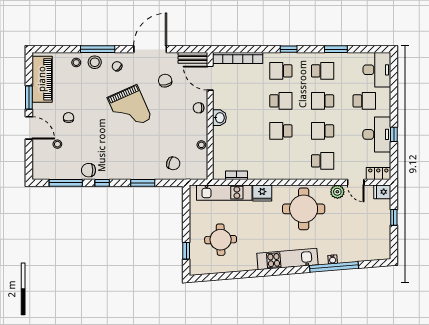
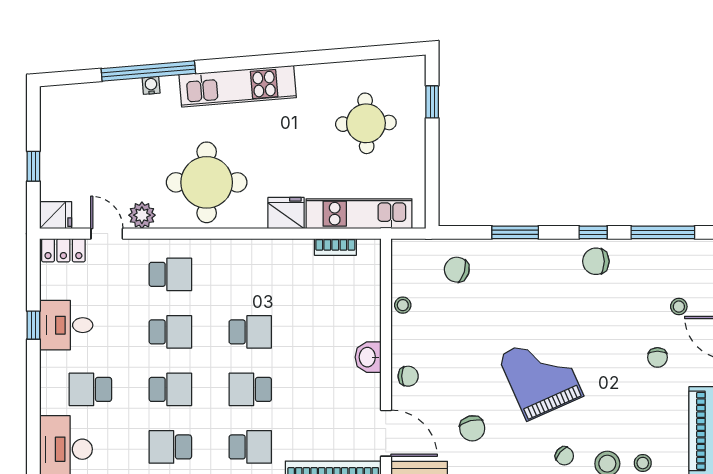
desk: (377, 134) -> (66, 325), width x0.73
school desk: (323, 161) -> (170, 274), turned 180
chair: (88, 170) -> (596, 261), moved, turned 180

